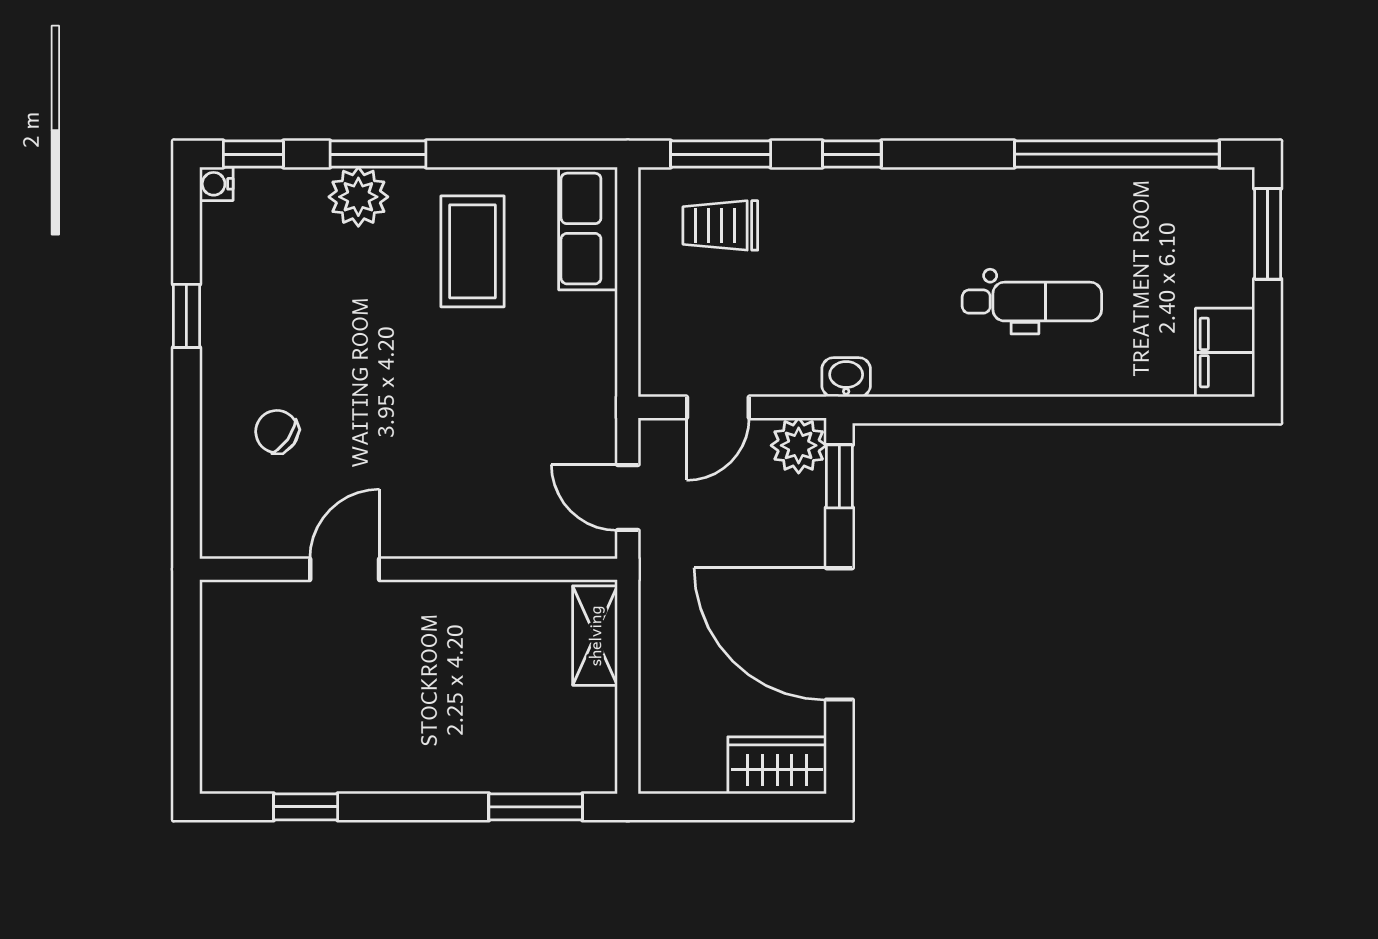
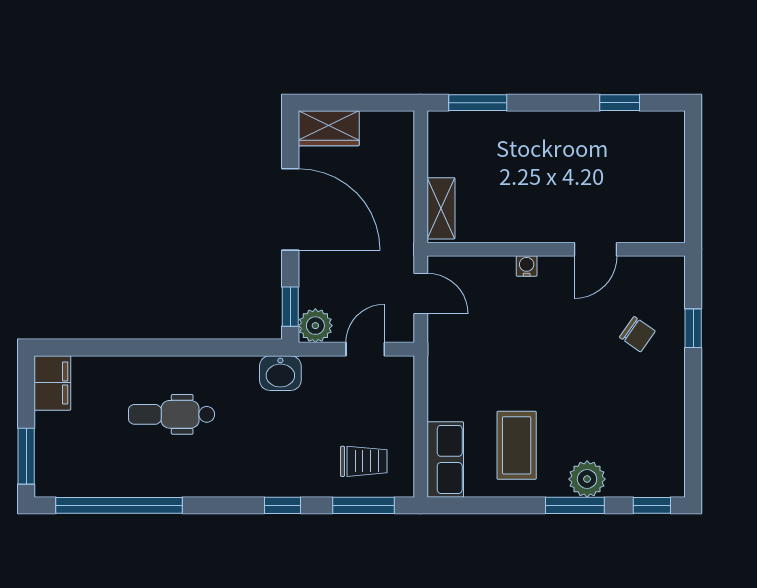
water cooler: (216, 184) -> (527, 266), moved, turned -90
window: (186, 316) -> (693, 328), moved
washbasin: (846, 377) -> (280, 373), width x1.38, depth x1.45

